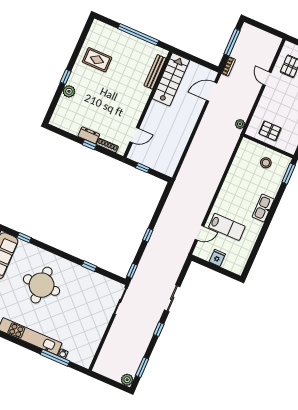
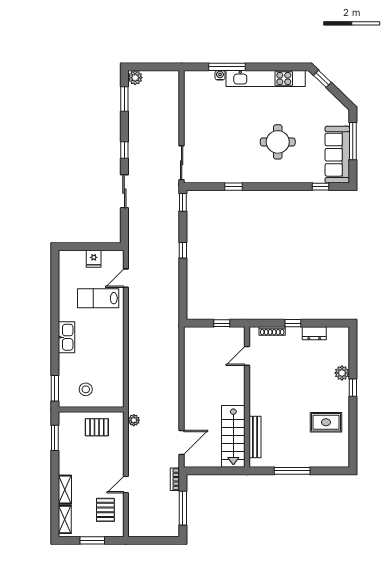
window: (138, 35) -> (292, 471), width x0.68
door: (267, 79) -> (126, 484), swing flipped
dresser: (89, 135) -> (314, 333), moved
round table: (42, 285) -> (278, 142), width x0.73, depth x0.73

